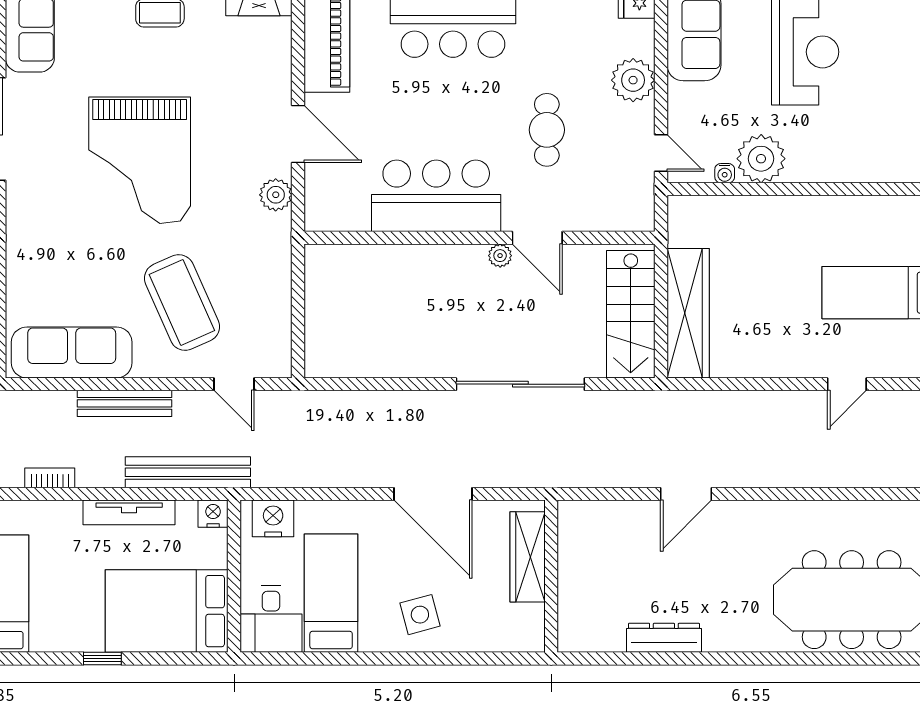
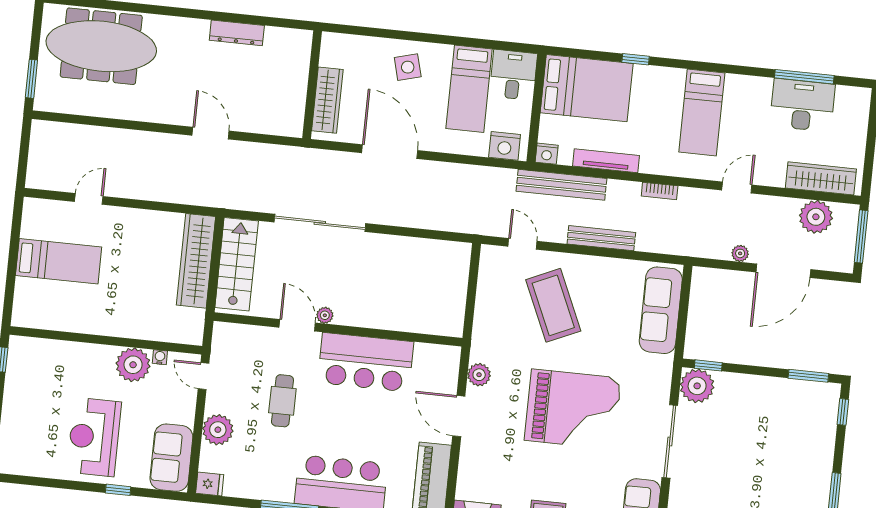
grand piano: (140, 160) -> (573, 409), turned 90
sofa: (72, 352) -> (661, 310), moved, turned 90
door: (686, 494) -> (211, 133), hinge flipped

